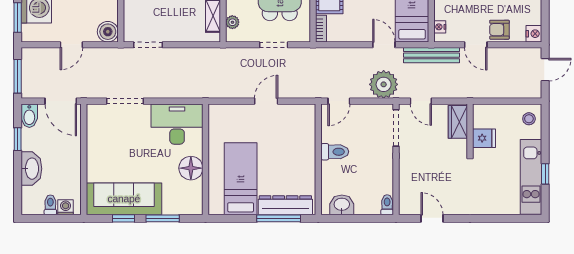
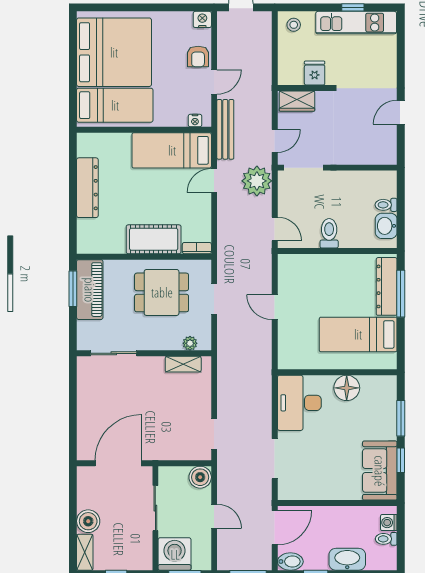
sofa: (124, 199) -> (380, 471), width x0.73
toilet: (387, 205) -> (386, 205), moved
door: (432, 218) -> (401, 112), moved

